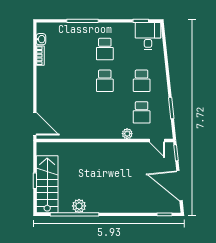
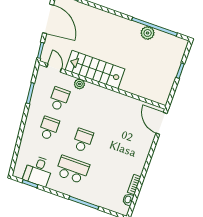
desk: (148, 36) -> (38, 171), moved
school desk: (105, 49) -> (72, 170), width x1.85
stairs: (47, 184) -> (95, 70), moved, turned 90

